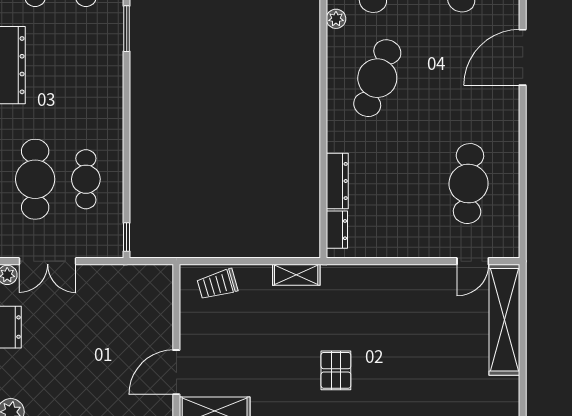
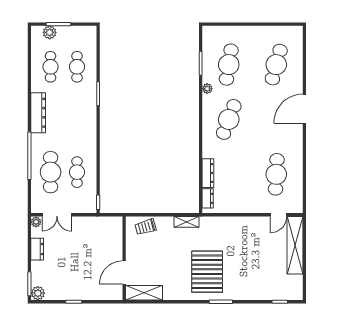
pallet: (336, 370) -> (207, 272), width x2.05, depth x2.00

